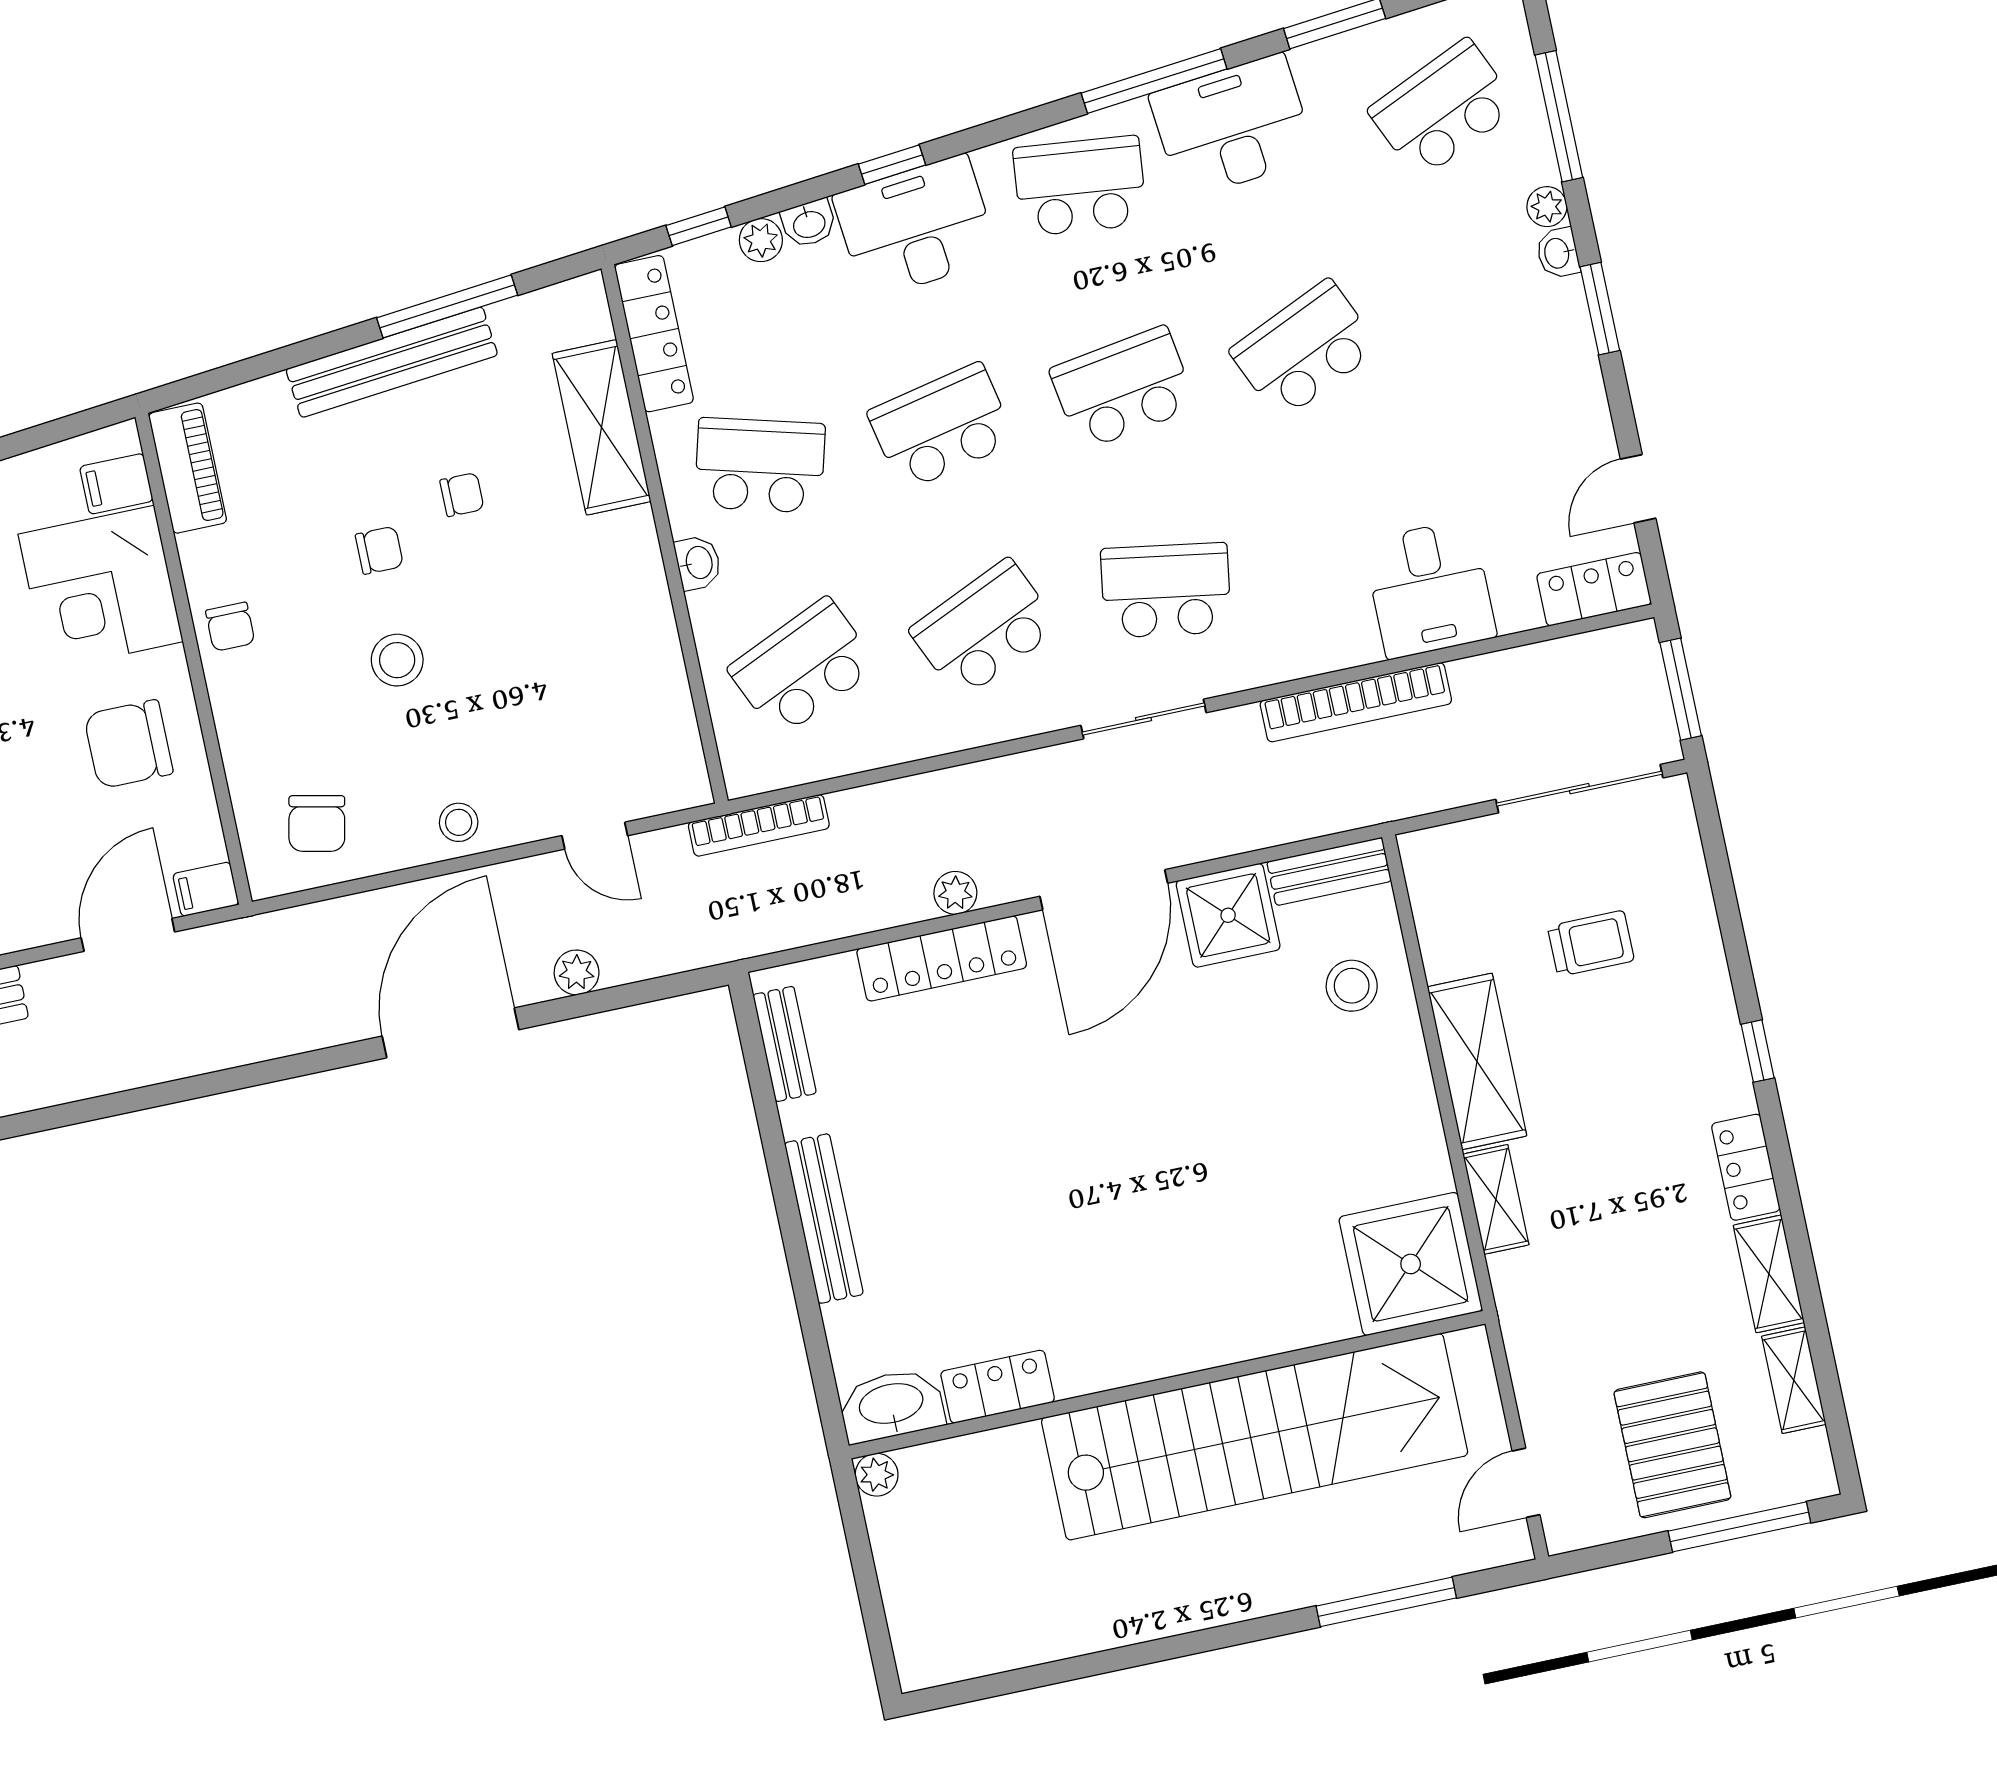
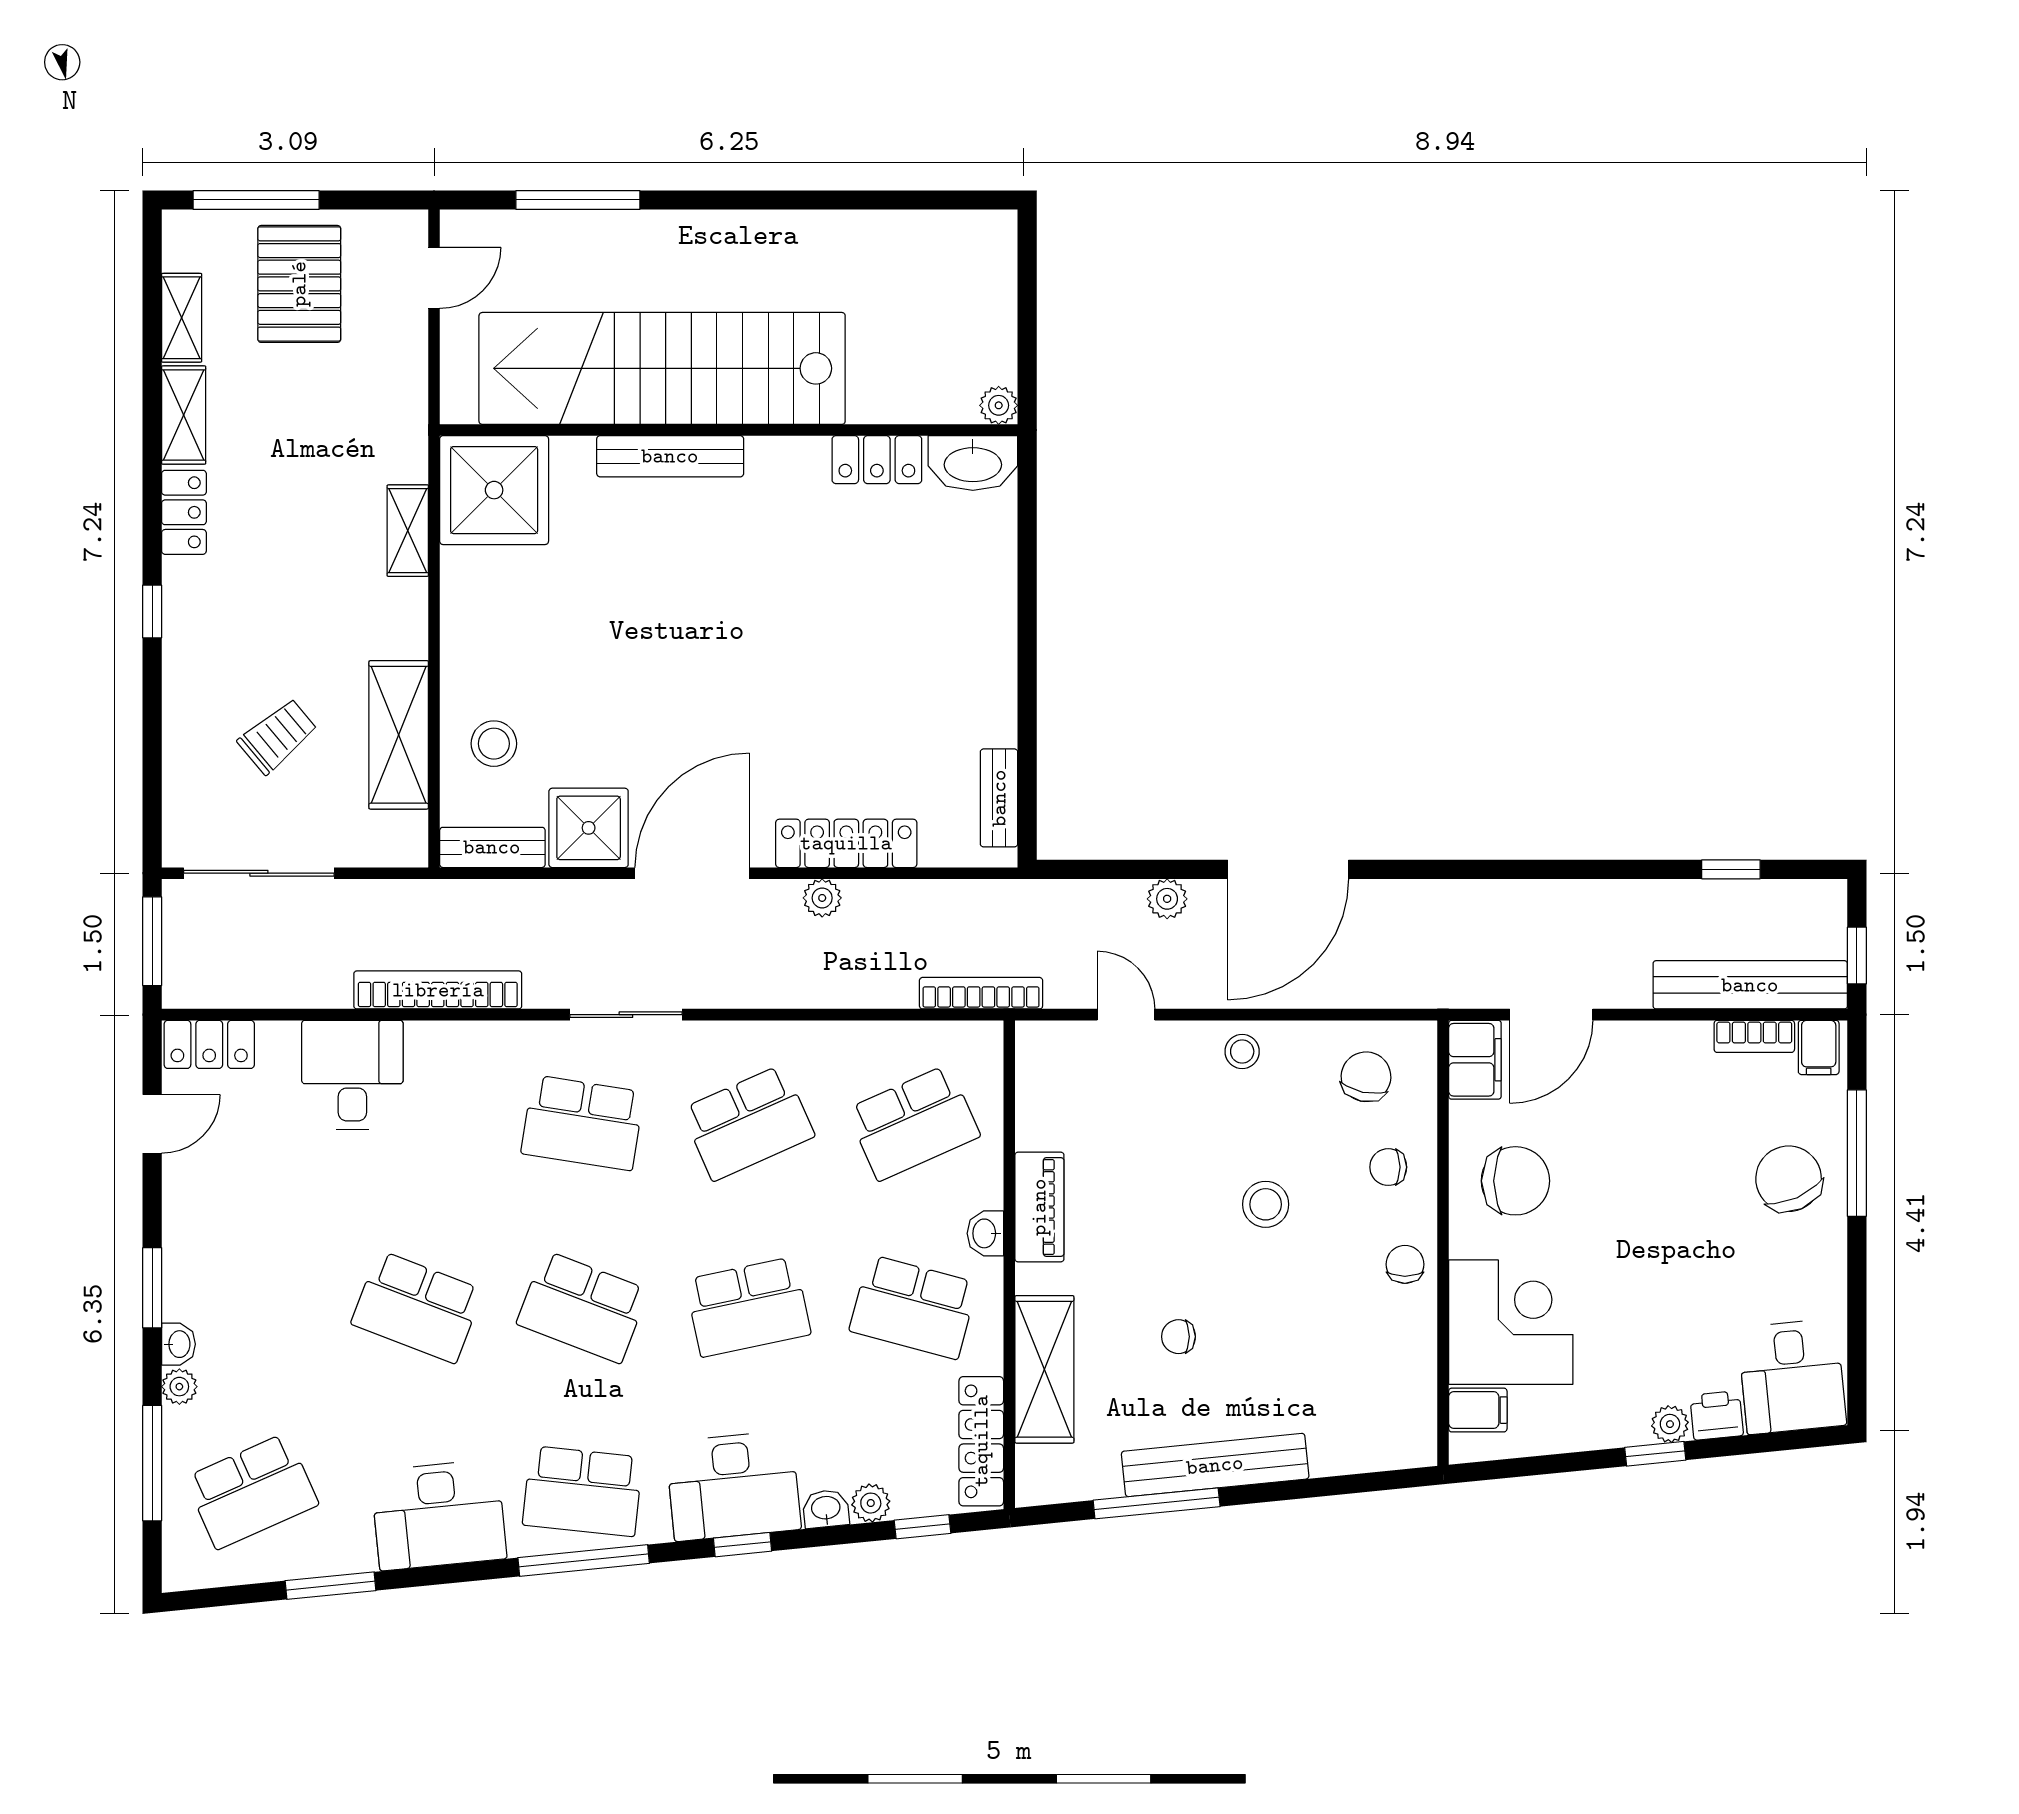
window: (1154, 81) -> (584, 1560), moved
school desk: (1305, 350) -> (417, 1307), turned 45
school desk: (1123, 388) -> (583, 1307), turned 30
piano: (188, 468) -> (1039, 1207), moved, turned 180
chair: (379, 550) -> (1388, 1167), moved
filing cabinet: (206, 889) -> (1475, 1060), width x2.00
trolley: (1591, 943) -> (278, 736), turned 140
shelving: (1477, 1061) -> (399, 735), moved
bench: (824, 1219) -> (670, 456), moved, turned 90

